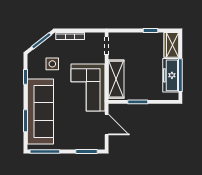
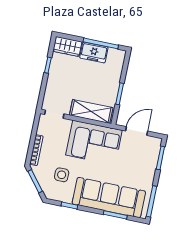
freezer: (171, 75) -> (94, 52), width x0.71

